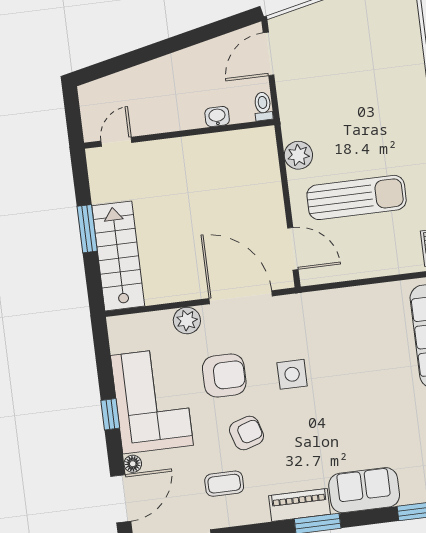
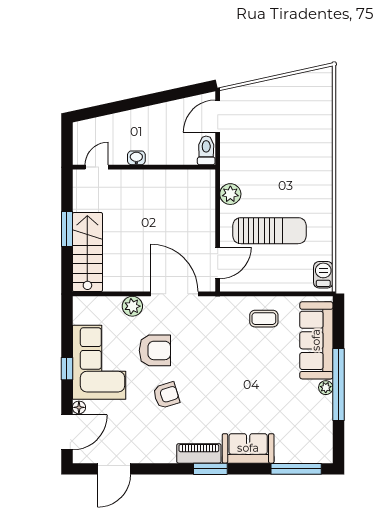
toilet: (263, 106) -> (206, 150), width x1.37, depth x1.39
washbasin: (217, 117) -> (136, 158), moved
door: (293, 249) -> (218, 263), hinge flipped
side table: (292, 374) -> (205, 356), removed
coffee table: (224, 484) -> (264, 319), moved

